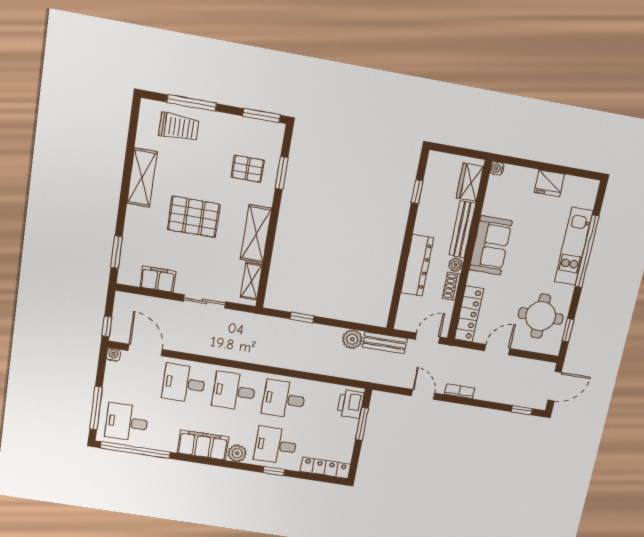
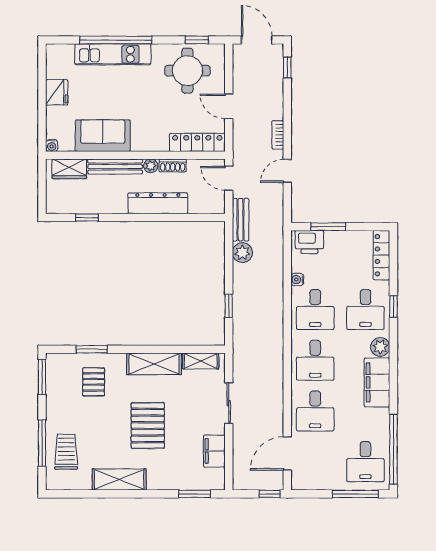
sofa: (491, 245) -> (103, 136), moved
water cooler: (113, 355) -> (297, 279), moved

